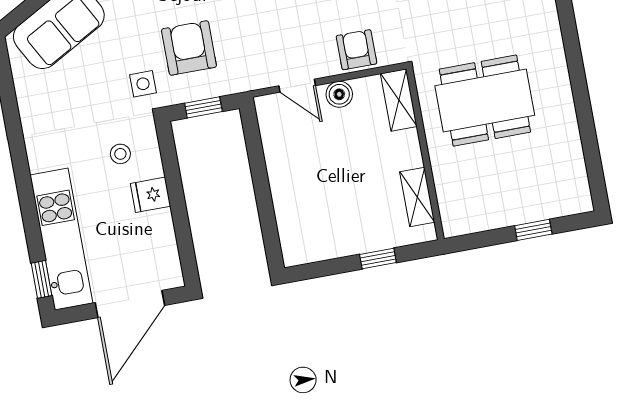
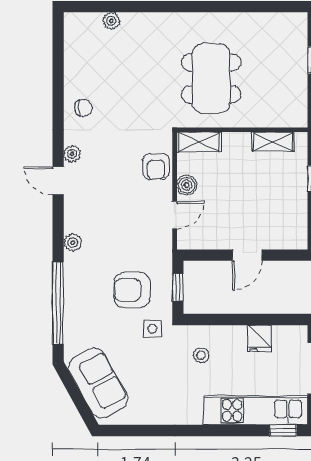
armchair: (356, 50) -> (156, 166), turned -90
door: (262, 190) -> (247, 255), added
fridge: (150, 195) -> (259, 338), moved

